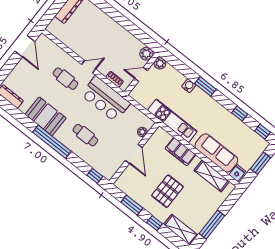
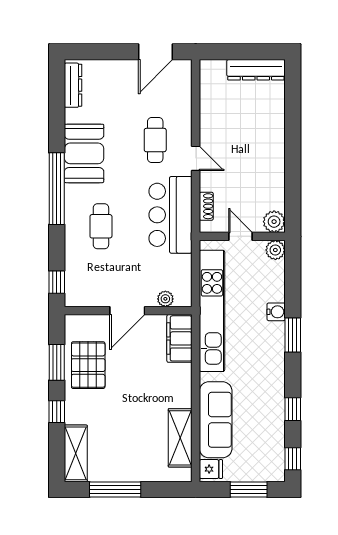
kitchen unit: (172, 121) -> (212, 311), width x1.36
filing cabinet: (180, 152) -> (179, 338), moved
pallet: (167, 191) -> (88, 365), moved, turned 90

